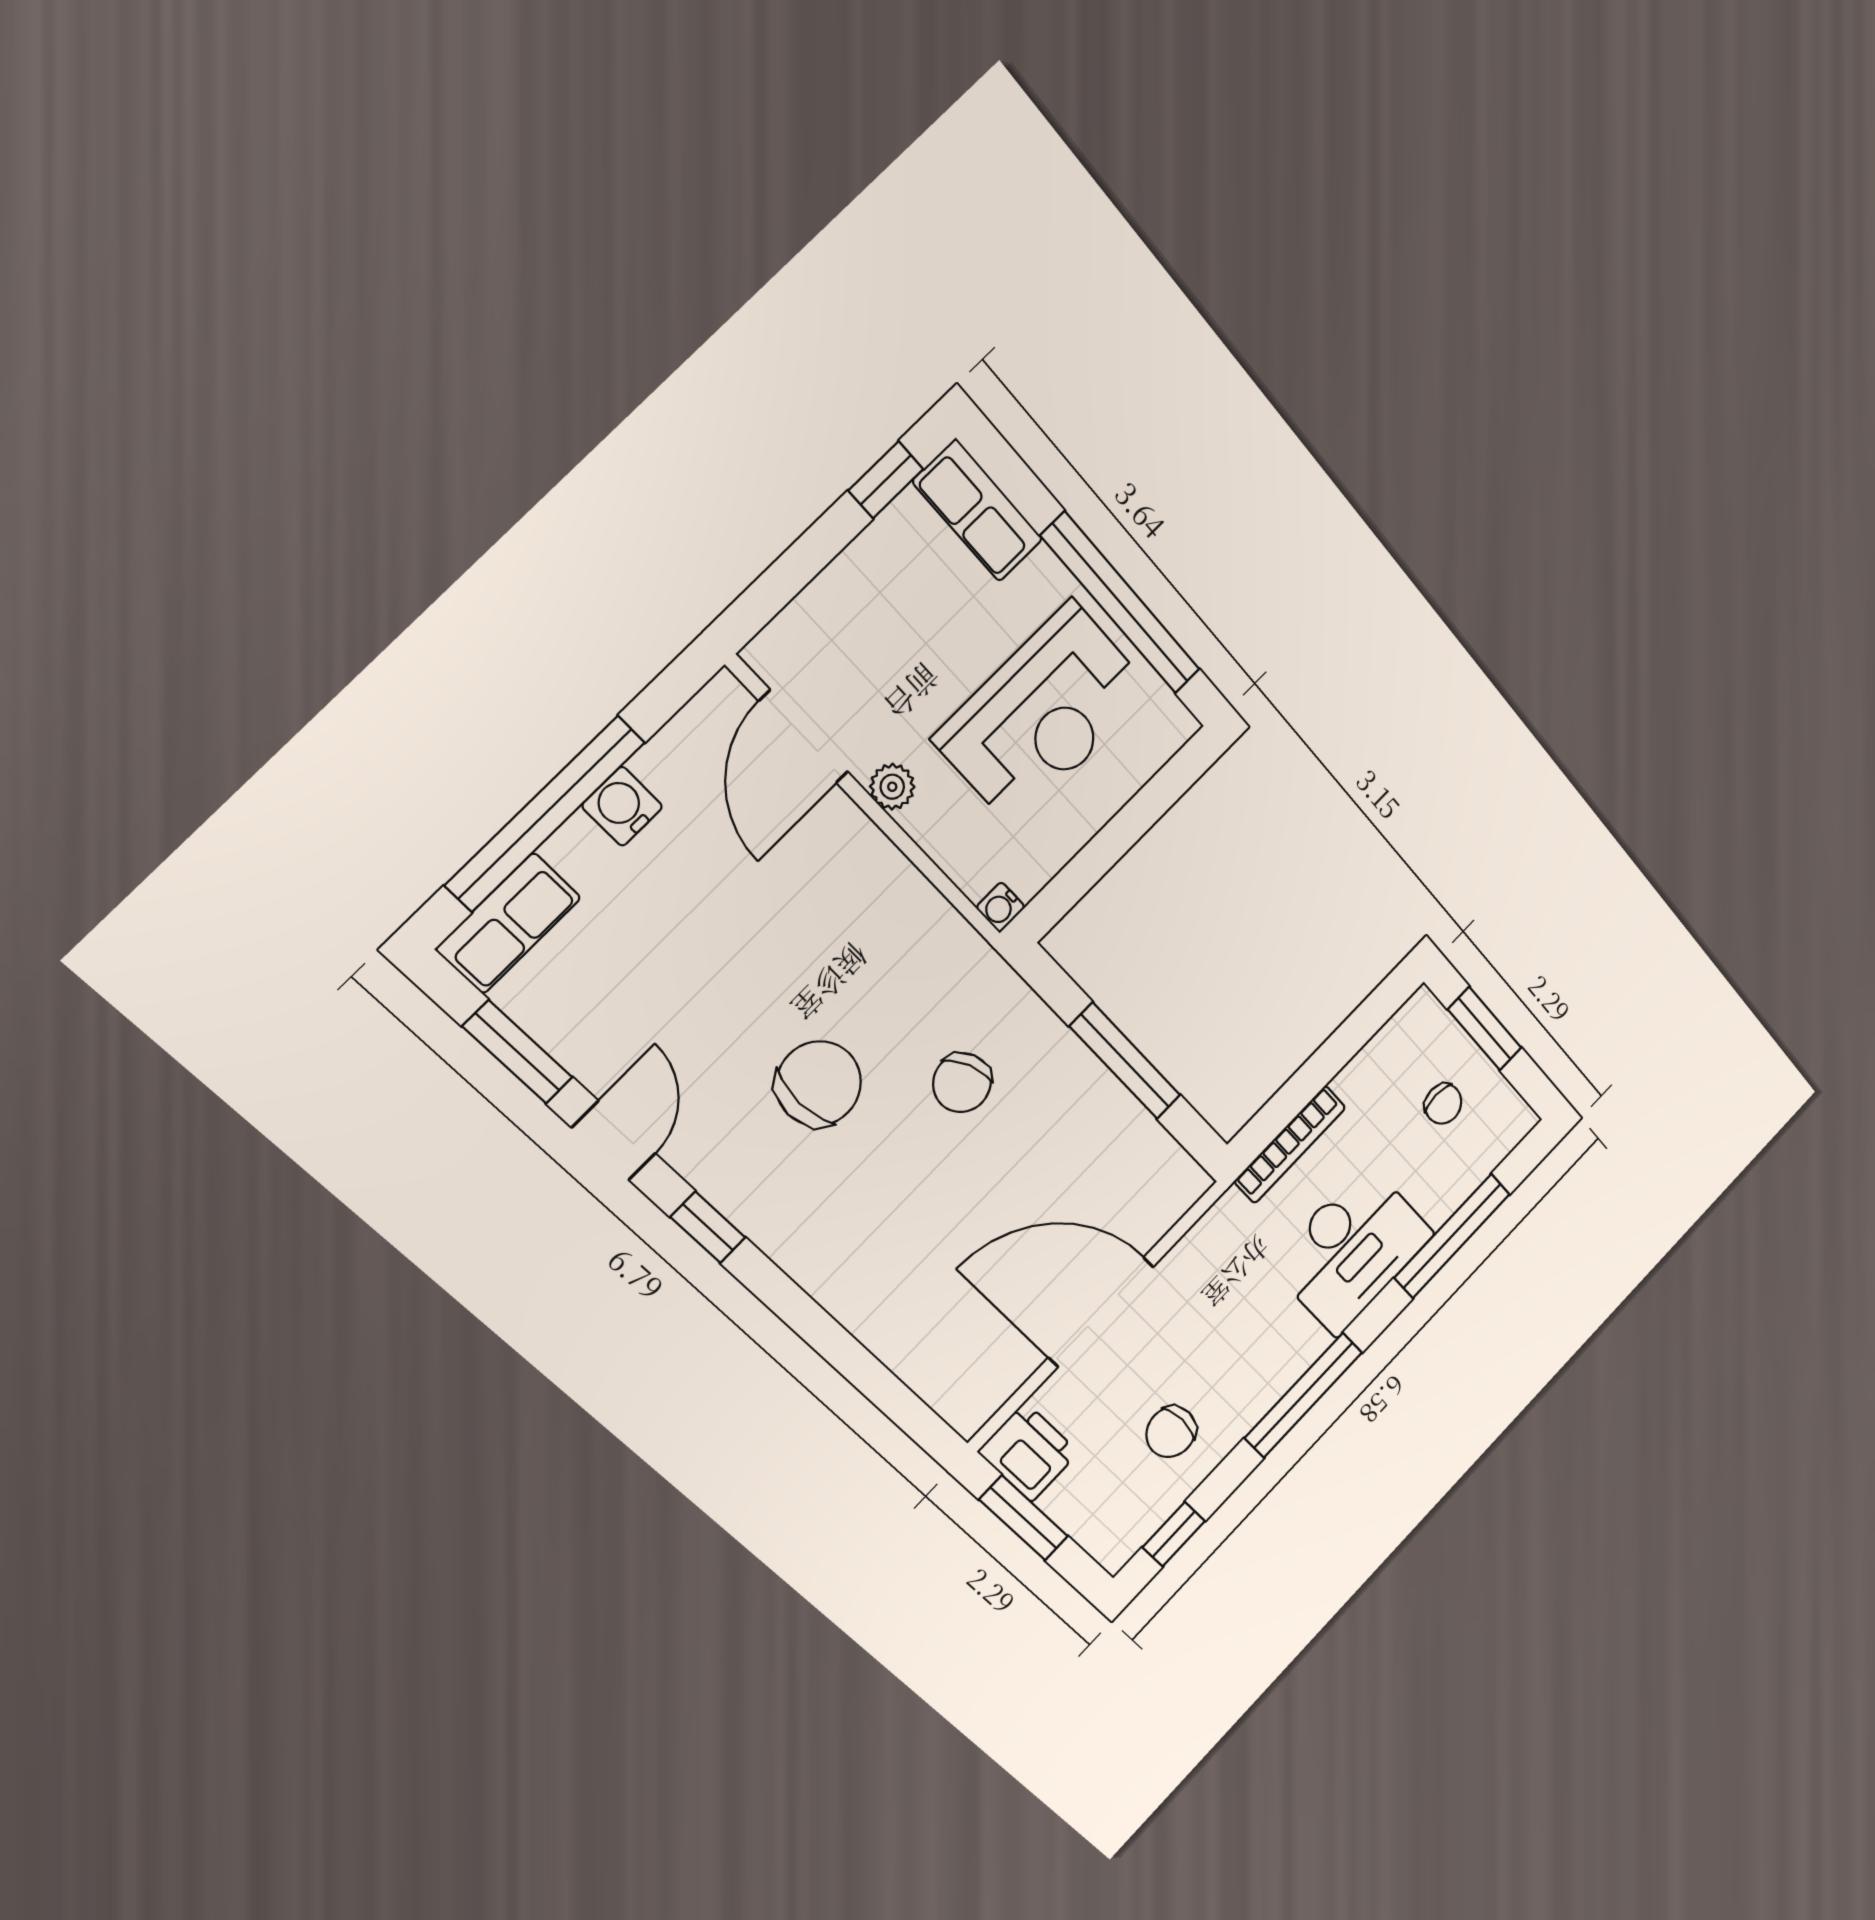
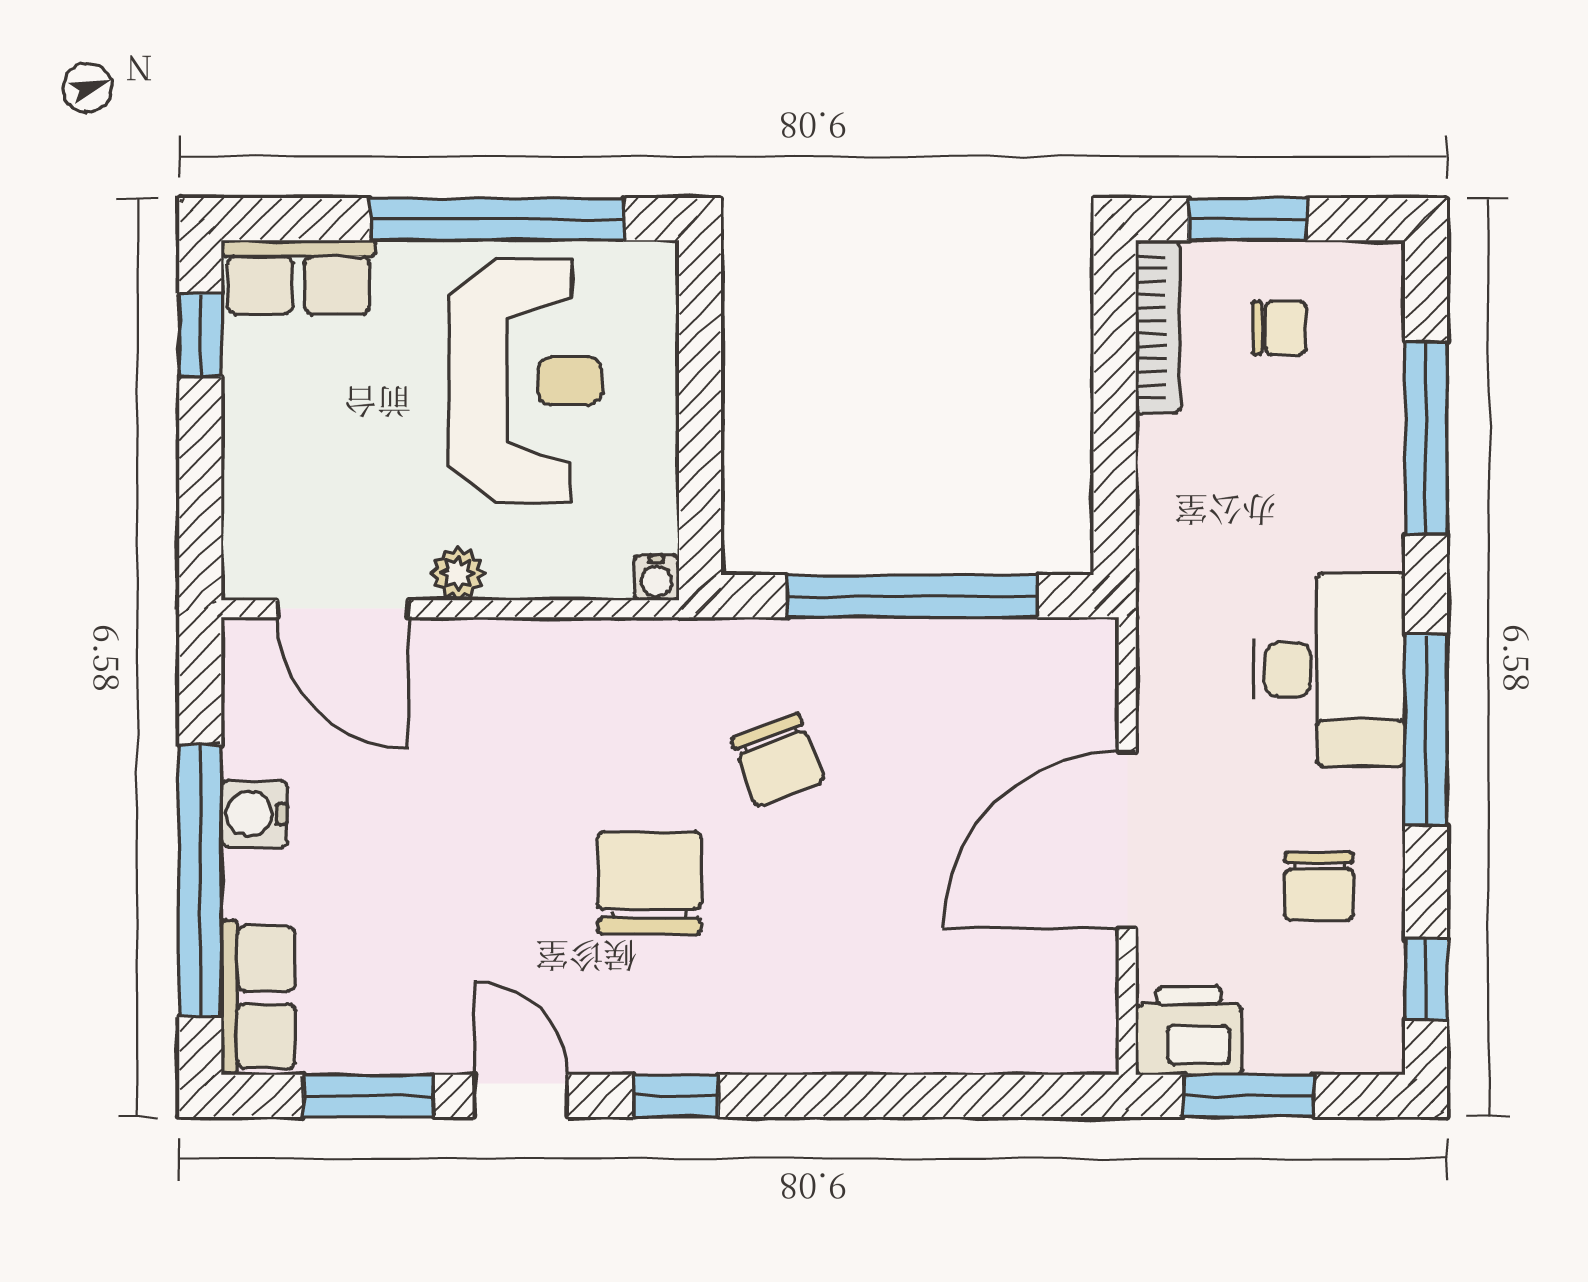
window: (1125, 1061) -> (912, 596), width x1.46
bookcase: (1290, 1145) -> (1158, 327), moved
desk: (1352, 1249) -> (1329, 670), moved

